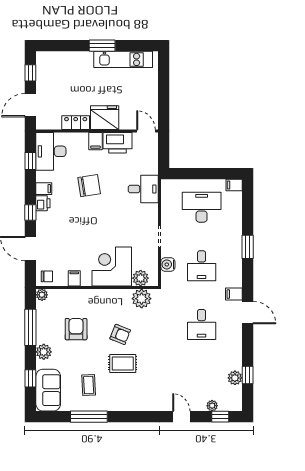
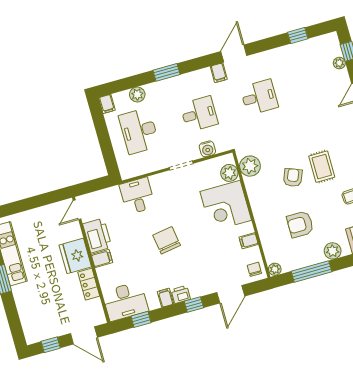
chair: (89, 186) -> (167, 240), moved
plant: (235, 378) -> (137, 95), moved

